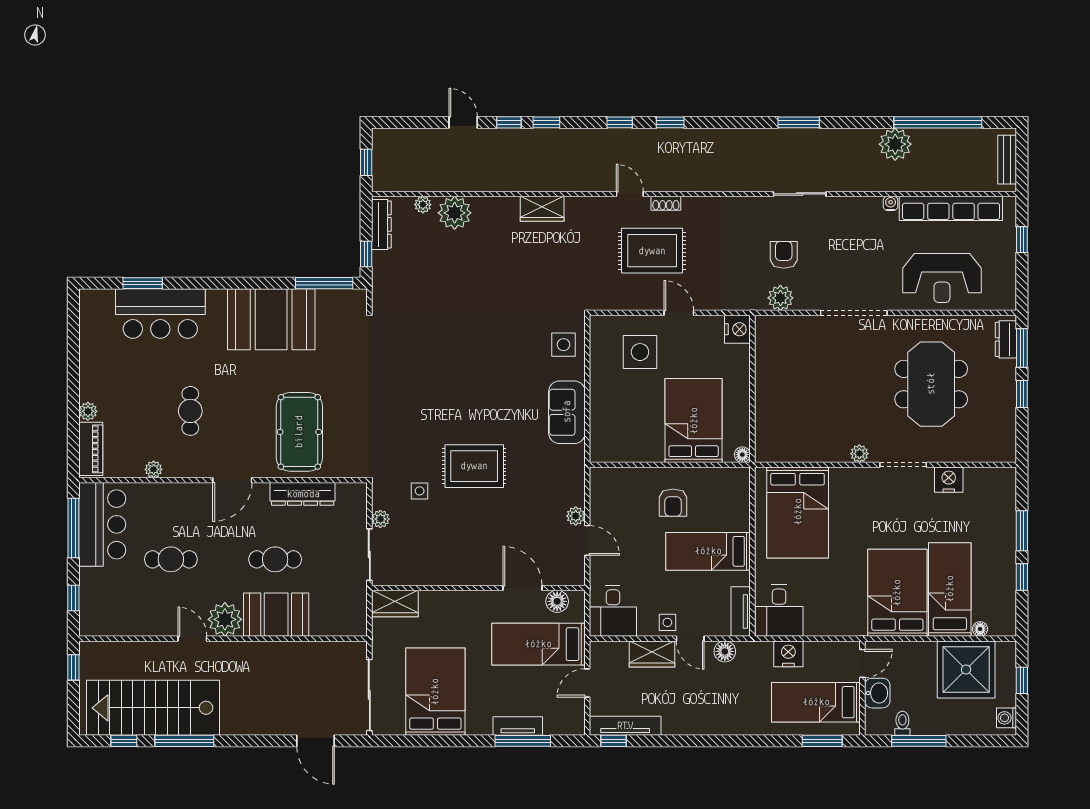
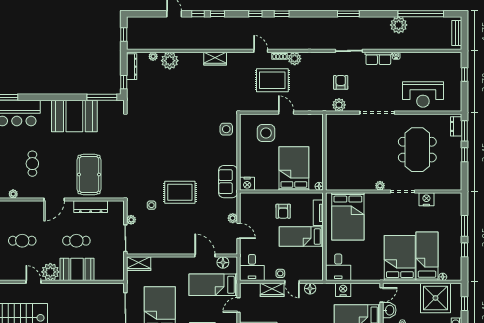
row of seats: (951, 208) -> (378, 58), moved, width x0.50
plant: (695, 209) -> (295, 59), added
nightstand: (737, 329) -> (247, 184), moved, turned 90
sofa: (567, 412) -> (228, 182), moved
tv unit: (741, 612) -> (318, 213), moved

